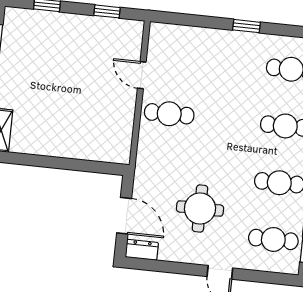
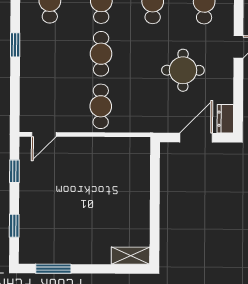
door: (142, 75) -> (44, 134), moved
cafe table: (227, 120) -> (101, 54), added

